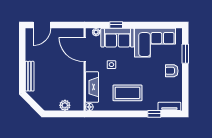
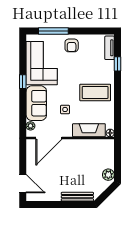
window: (116, 25) -> (23, 82), moved
window: (185, 54) -> (53, 31), width x1.44
coffee table: (127, 93) -> (95, 92), turned 90
plant: (65, 105) -> (108, 175), moved

